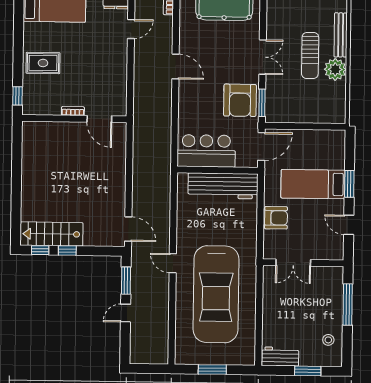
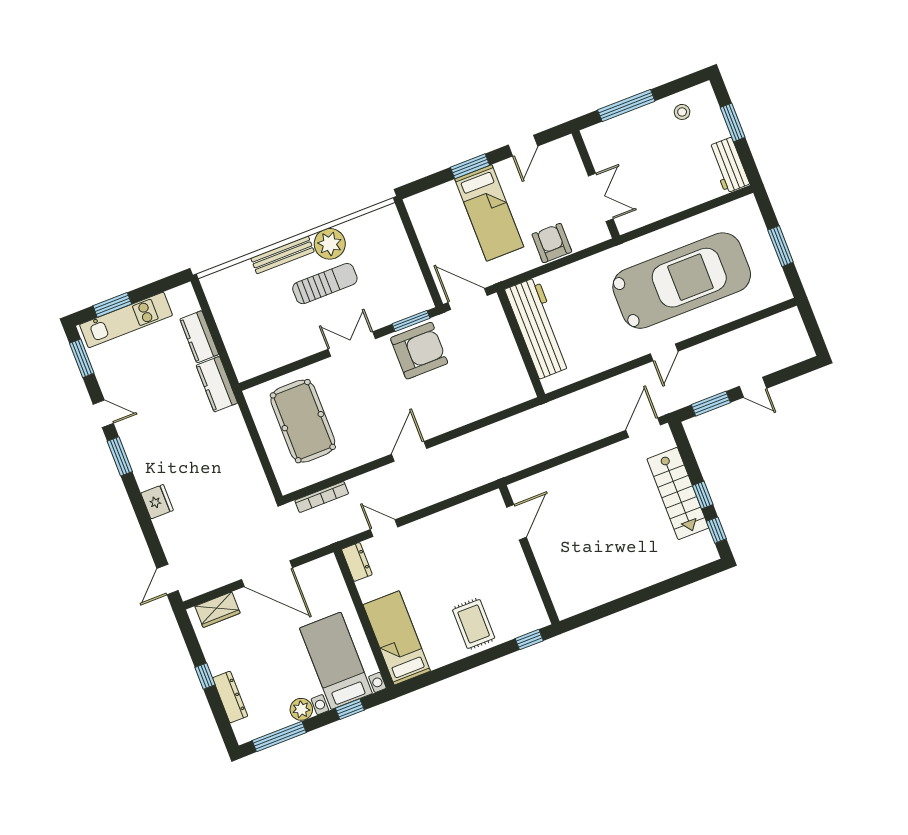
bookcase: (73, 111) -> (520, 560), removed
bar counter: (206, 151) -> (502, 368), removed
stairs: (51, 234) -> (678, 494), moved

